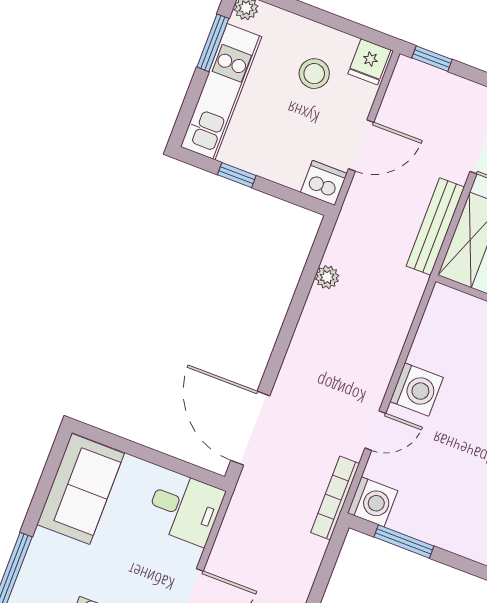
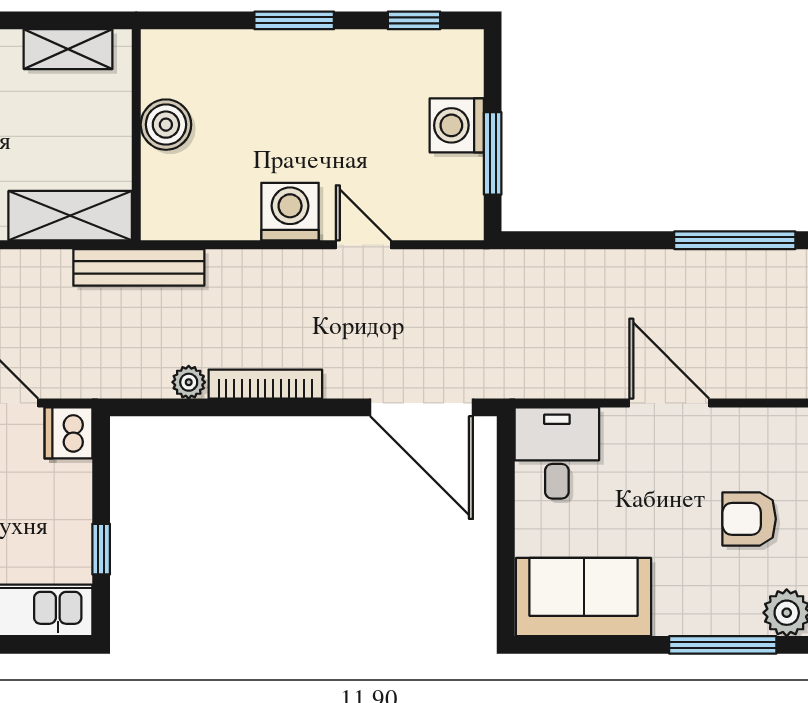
bench: (435, 226) -> (139, 267), moved
door: (250, 428) -> (422, 407), hinge flipped
bookcase: (335, 498) -> (265, 384), moved, turned 180
washing machine: (373, 502) -> (457, 125), moved, turned -90

